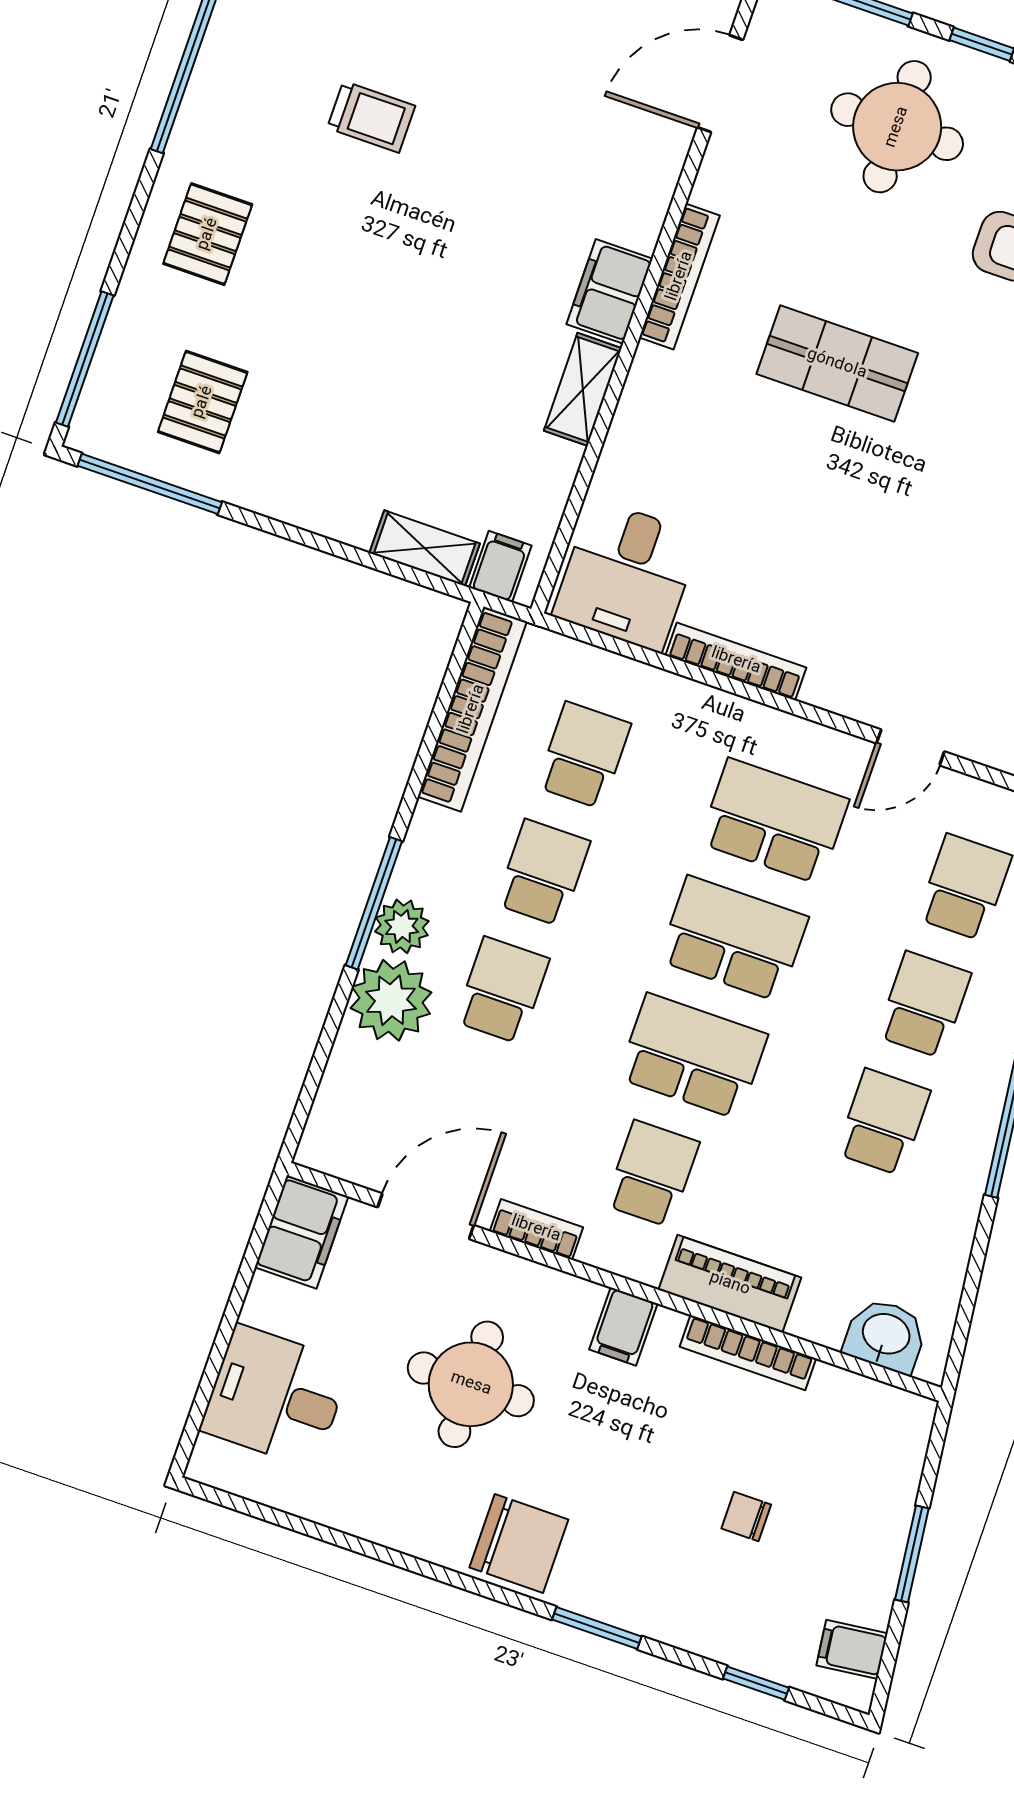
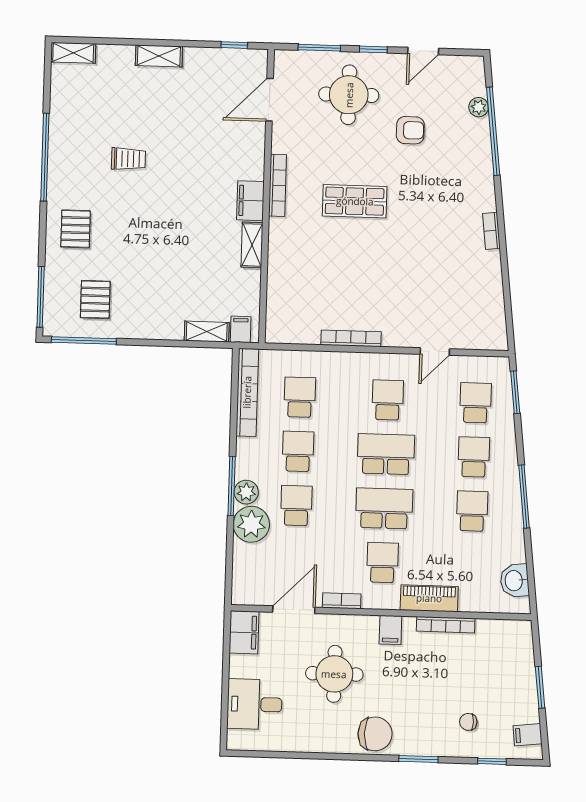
desk: (627, 575) -> (294, 317), removed
school desk: (774, 821) -> (388, 400), width x0.54
washbasin: (886, 1336) -> (515, 581), moved, turned -97
chair: (746, 1517) -> (468, 722), moved

